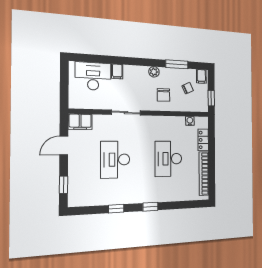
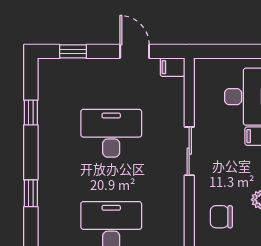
filing cabinet: (80, 122) -> (173, 67), width x0.50
window: (116, 209) -> (31, 112), moved

